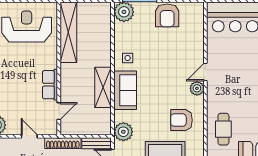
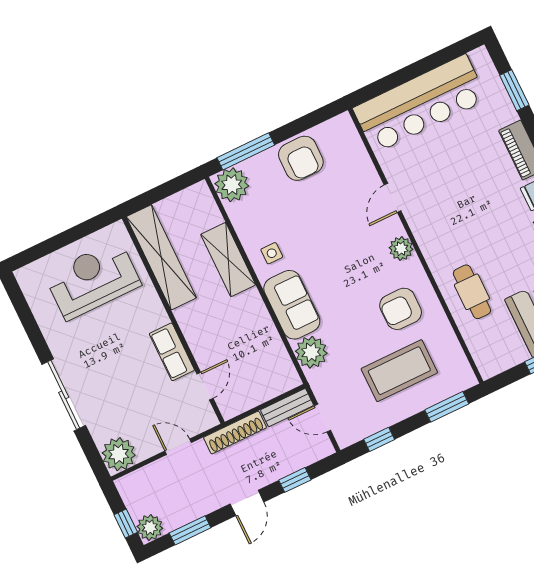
door: (205, 72) -> (393, 198), moved
shelving: (103, 87) -> (228, 260), moved
plant: (123, 132) -> (311, 352), moved

